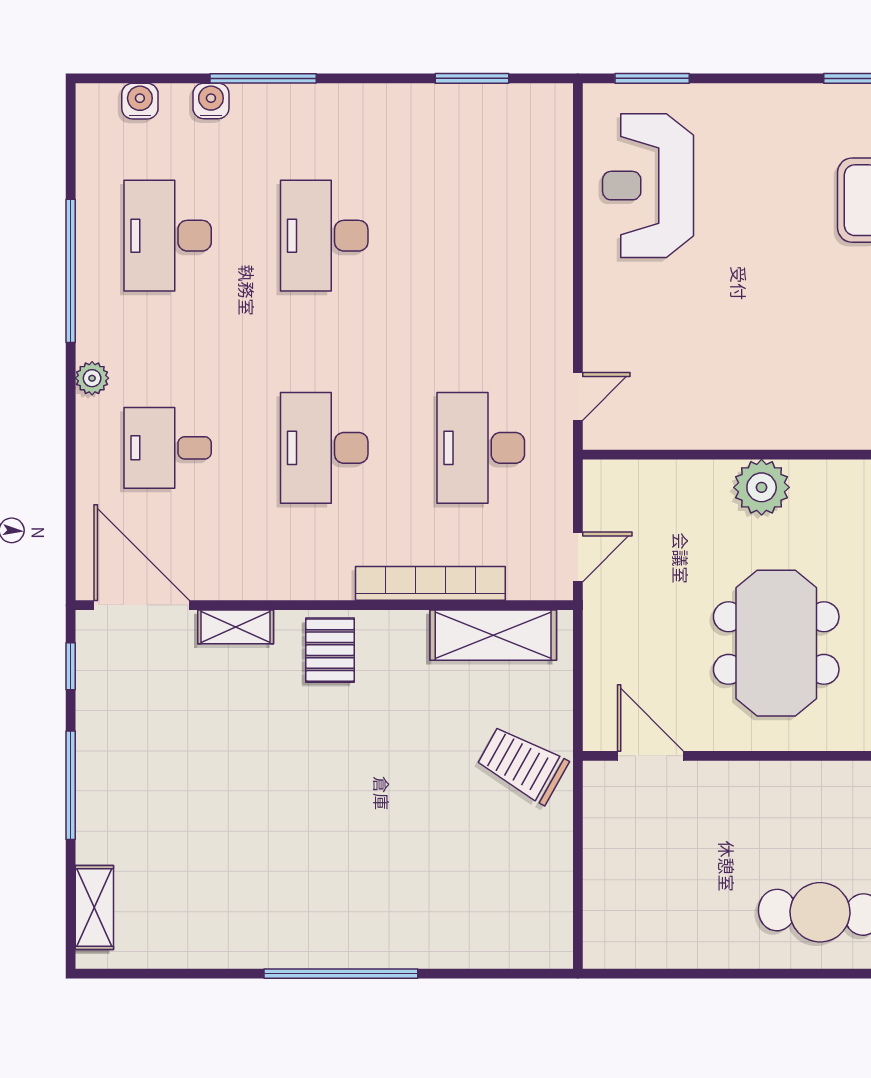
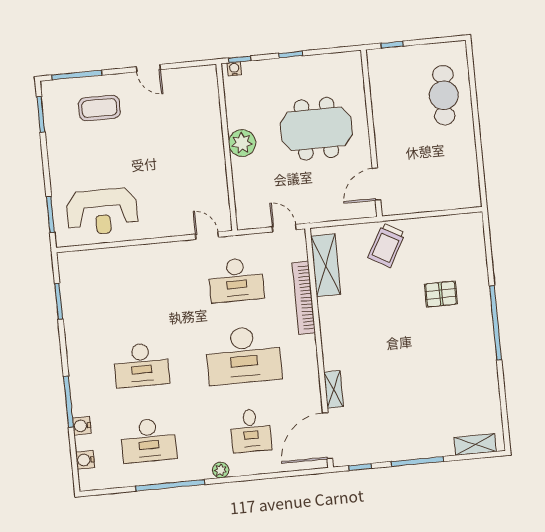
desk: (324, 448) -> (243, 355), width x1.36, depth x1.30
pallet: (330, 650) -> (441, 294), moved

